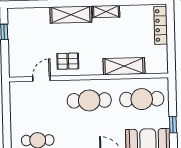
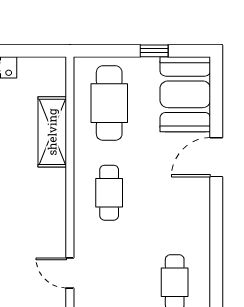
pallet: (68, 61) -> (41, 227), removed
cafe table: (89, 100) -> (109, 193), width x0.73, depth x0.74

